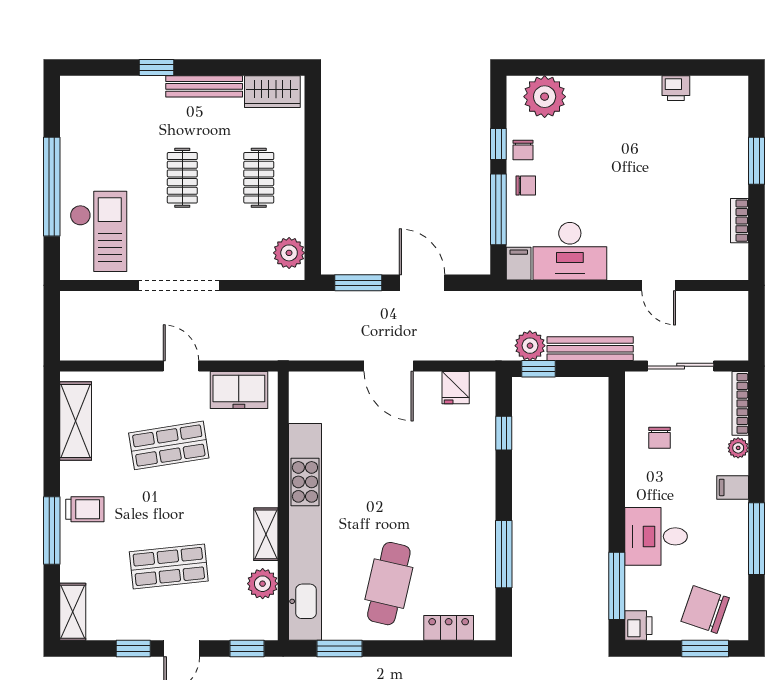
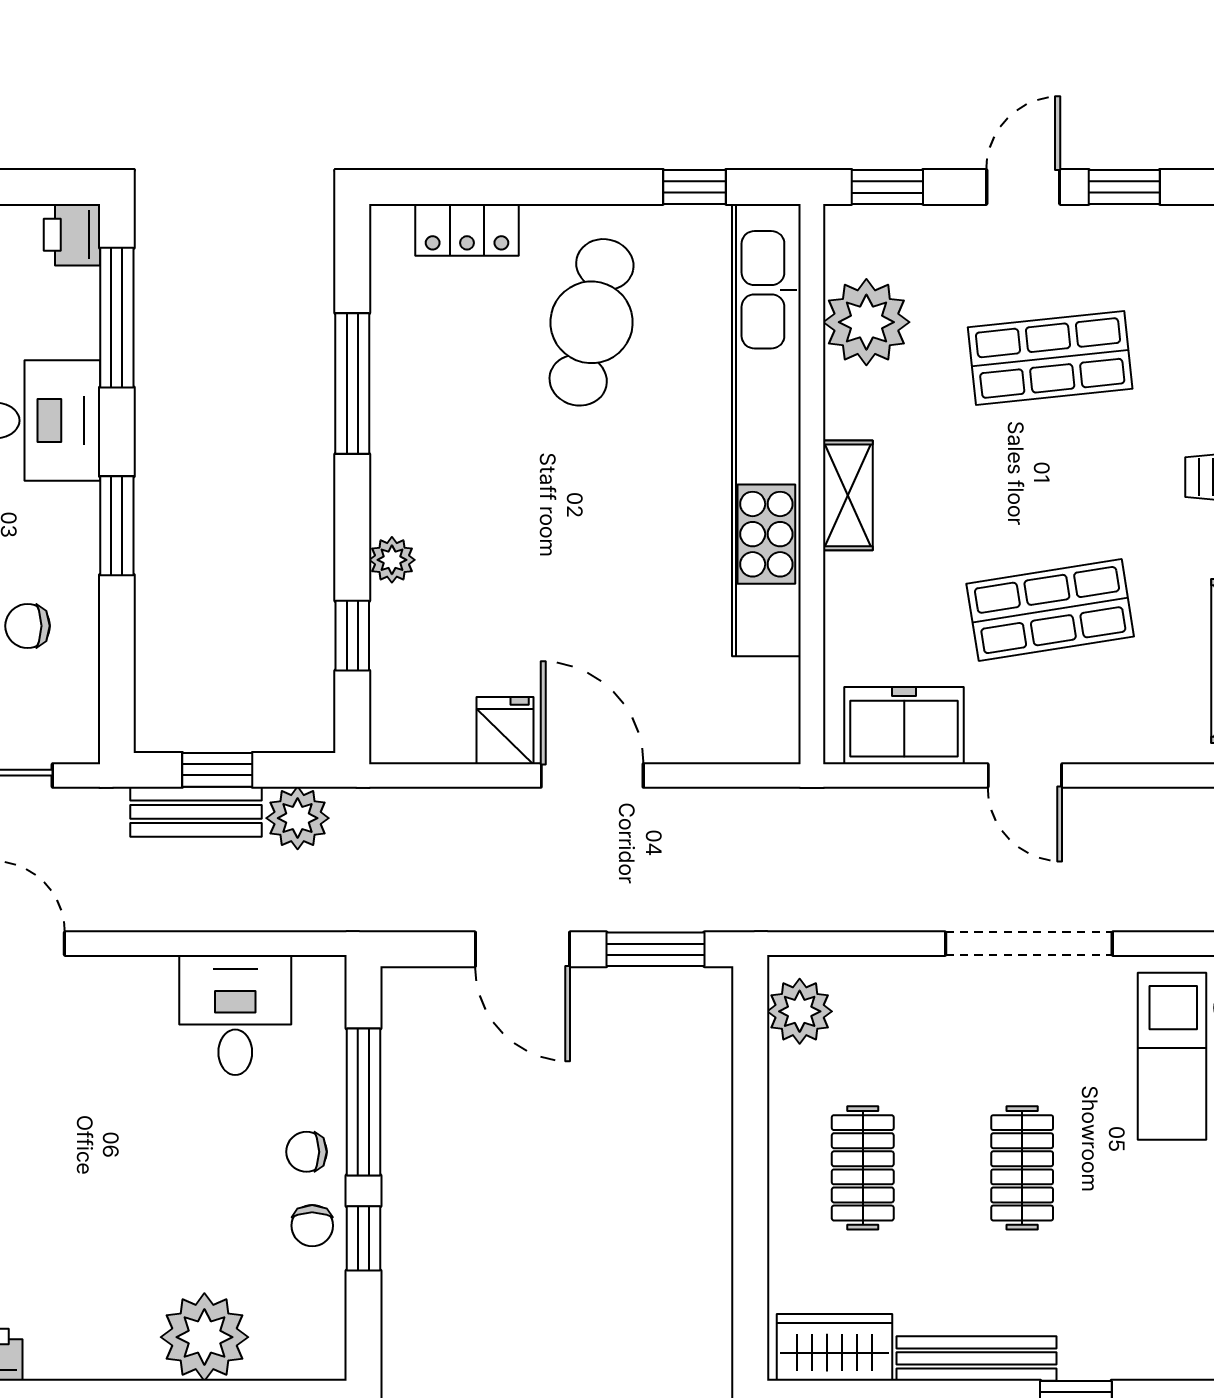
plant: (545, 97) -> (204, 1337), moved
chair: (523, 150) -> (312, 1226), turned 180
desk: (570, 251) -> (235, 1015), width x0.73
filing cabinet: (519, 264) -> (321, 989), removed
bench: (590, 349) -> (196, 812), width x0.73
window: (539, 369) -> (217, 770), moved
fridge: (456, 388) -> (505, 731), moved
chair: (660, 438) -> (28, 626), turned -90
plant: (485, 470) -> (392, 560), added
window: (617, 486) -> (117, 526), added
shelving: (266, 534) -> (848, 495), moved
plant: (263, 584) -> (866, 322), width x1.36, depth x1.36
window: (339, 649) -> (695, 187), width x0.67

